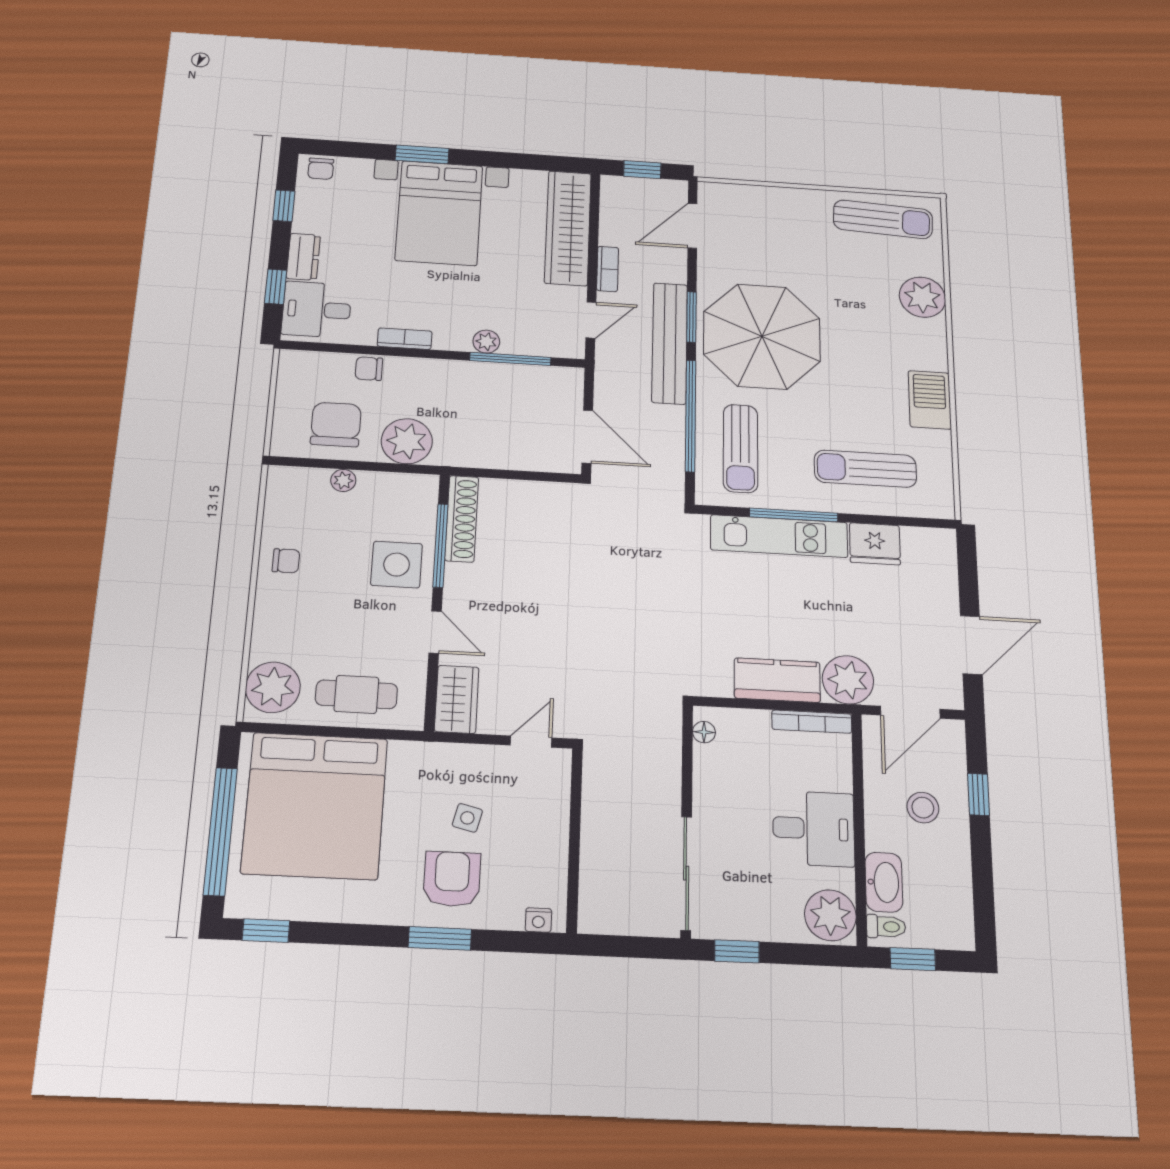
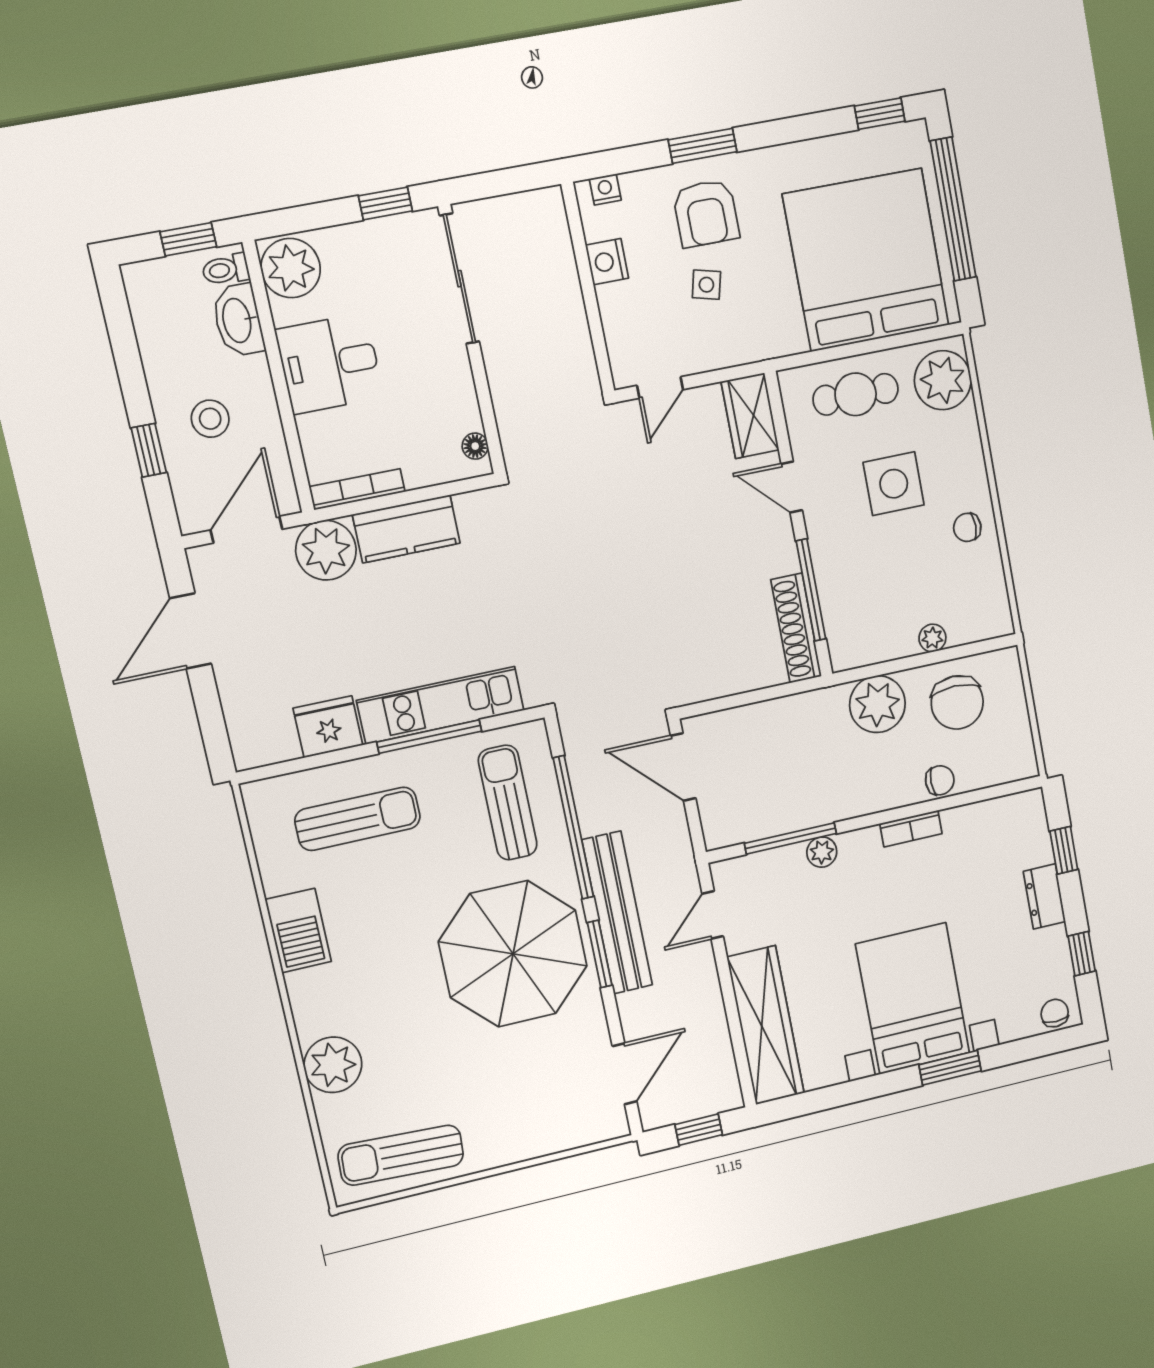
bookcase: (608, 269) -> (709, 986), removed
desk: (317, 310) -> (1013, 836), removed
side table: (397, 565) -> (894, 484), moved
nightstand: (552, 858) -> (607, 262), added

